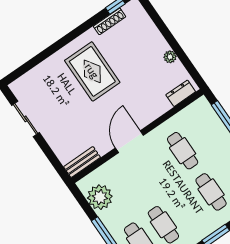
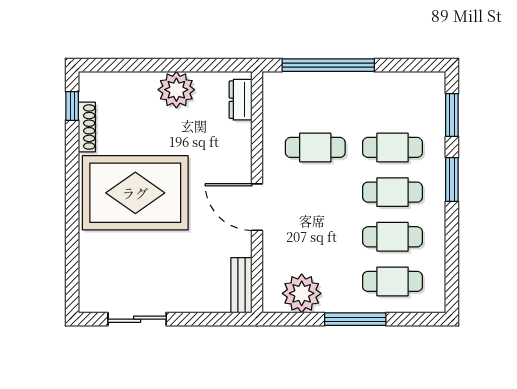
plant: (170, 57) -> (176, 90), width x1.88, depth x1.88
rug: (92, 71) -> (135, 193), width x1.37, depth x1.44
cafe table: (187, 208) -> (393, 192), added

